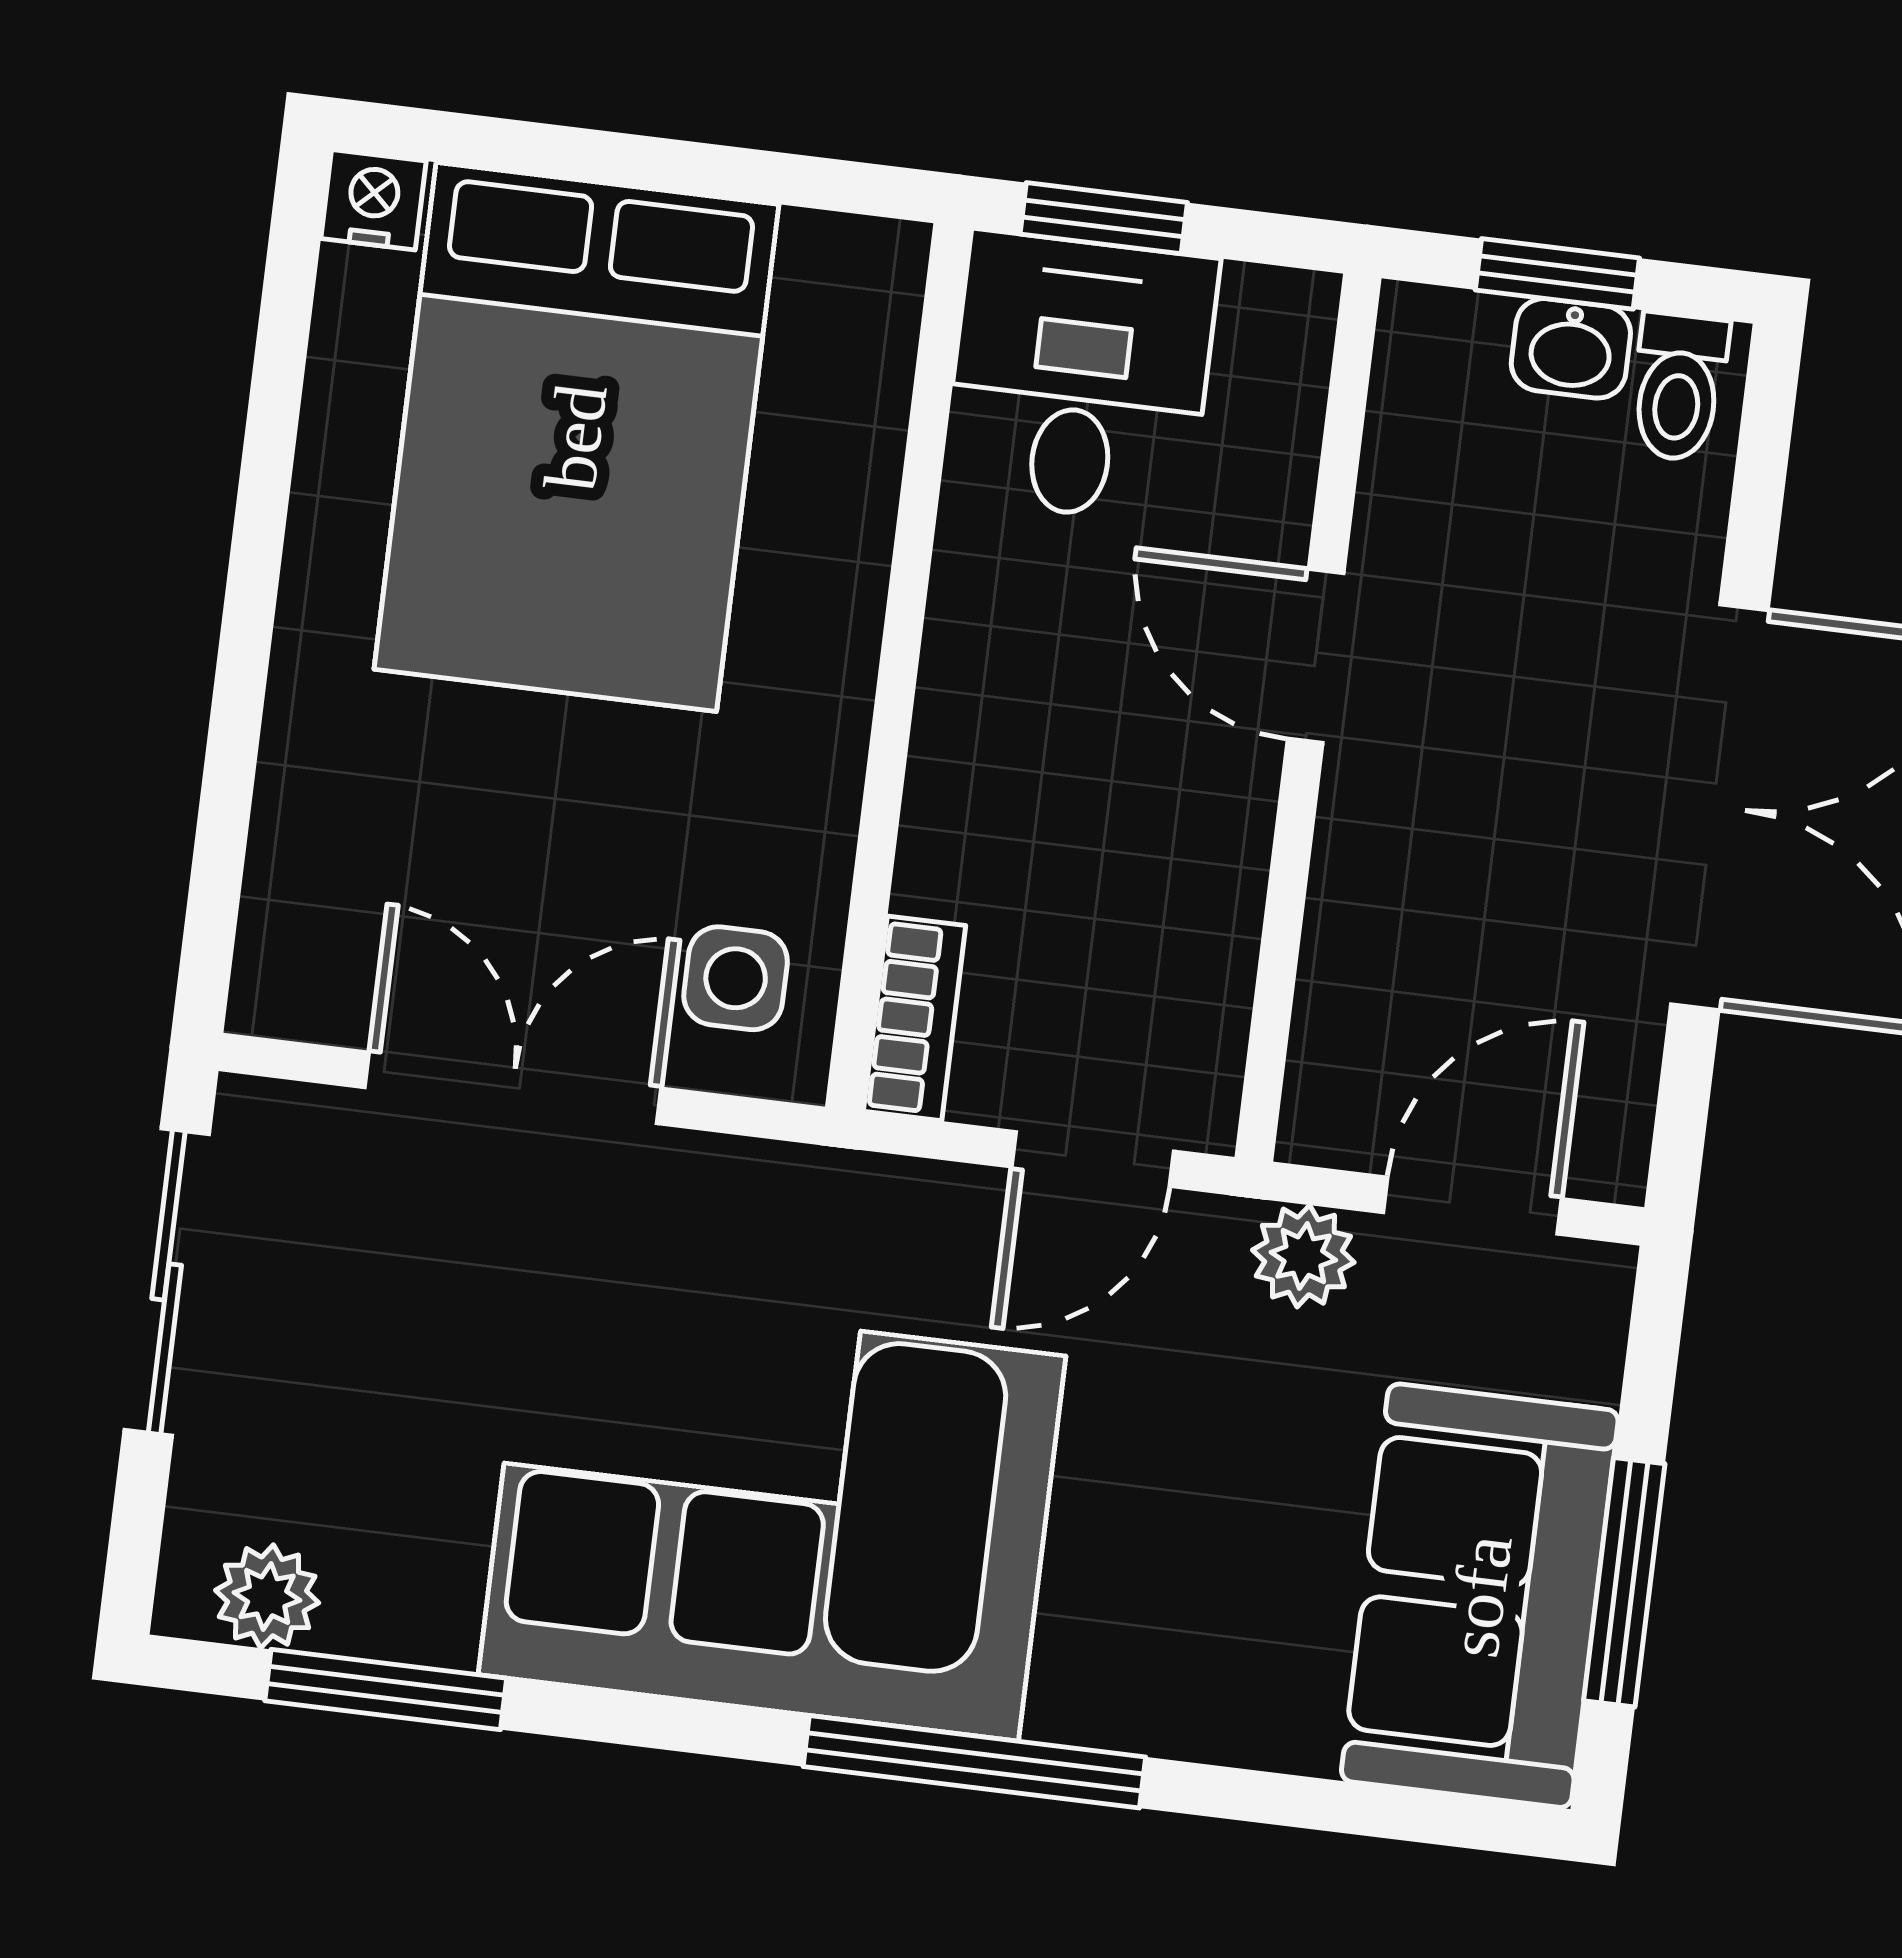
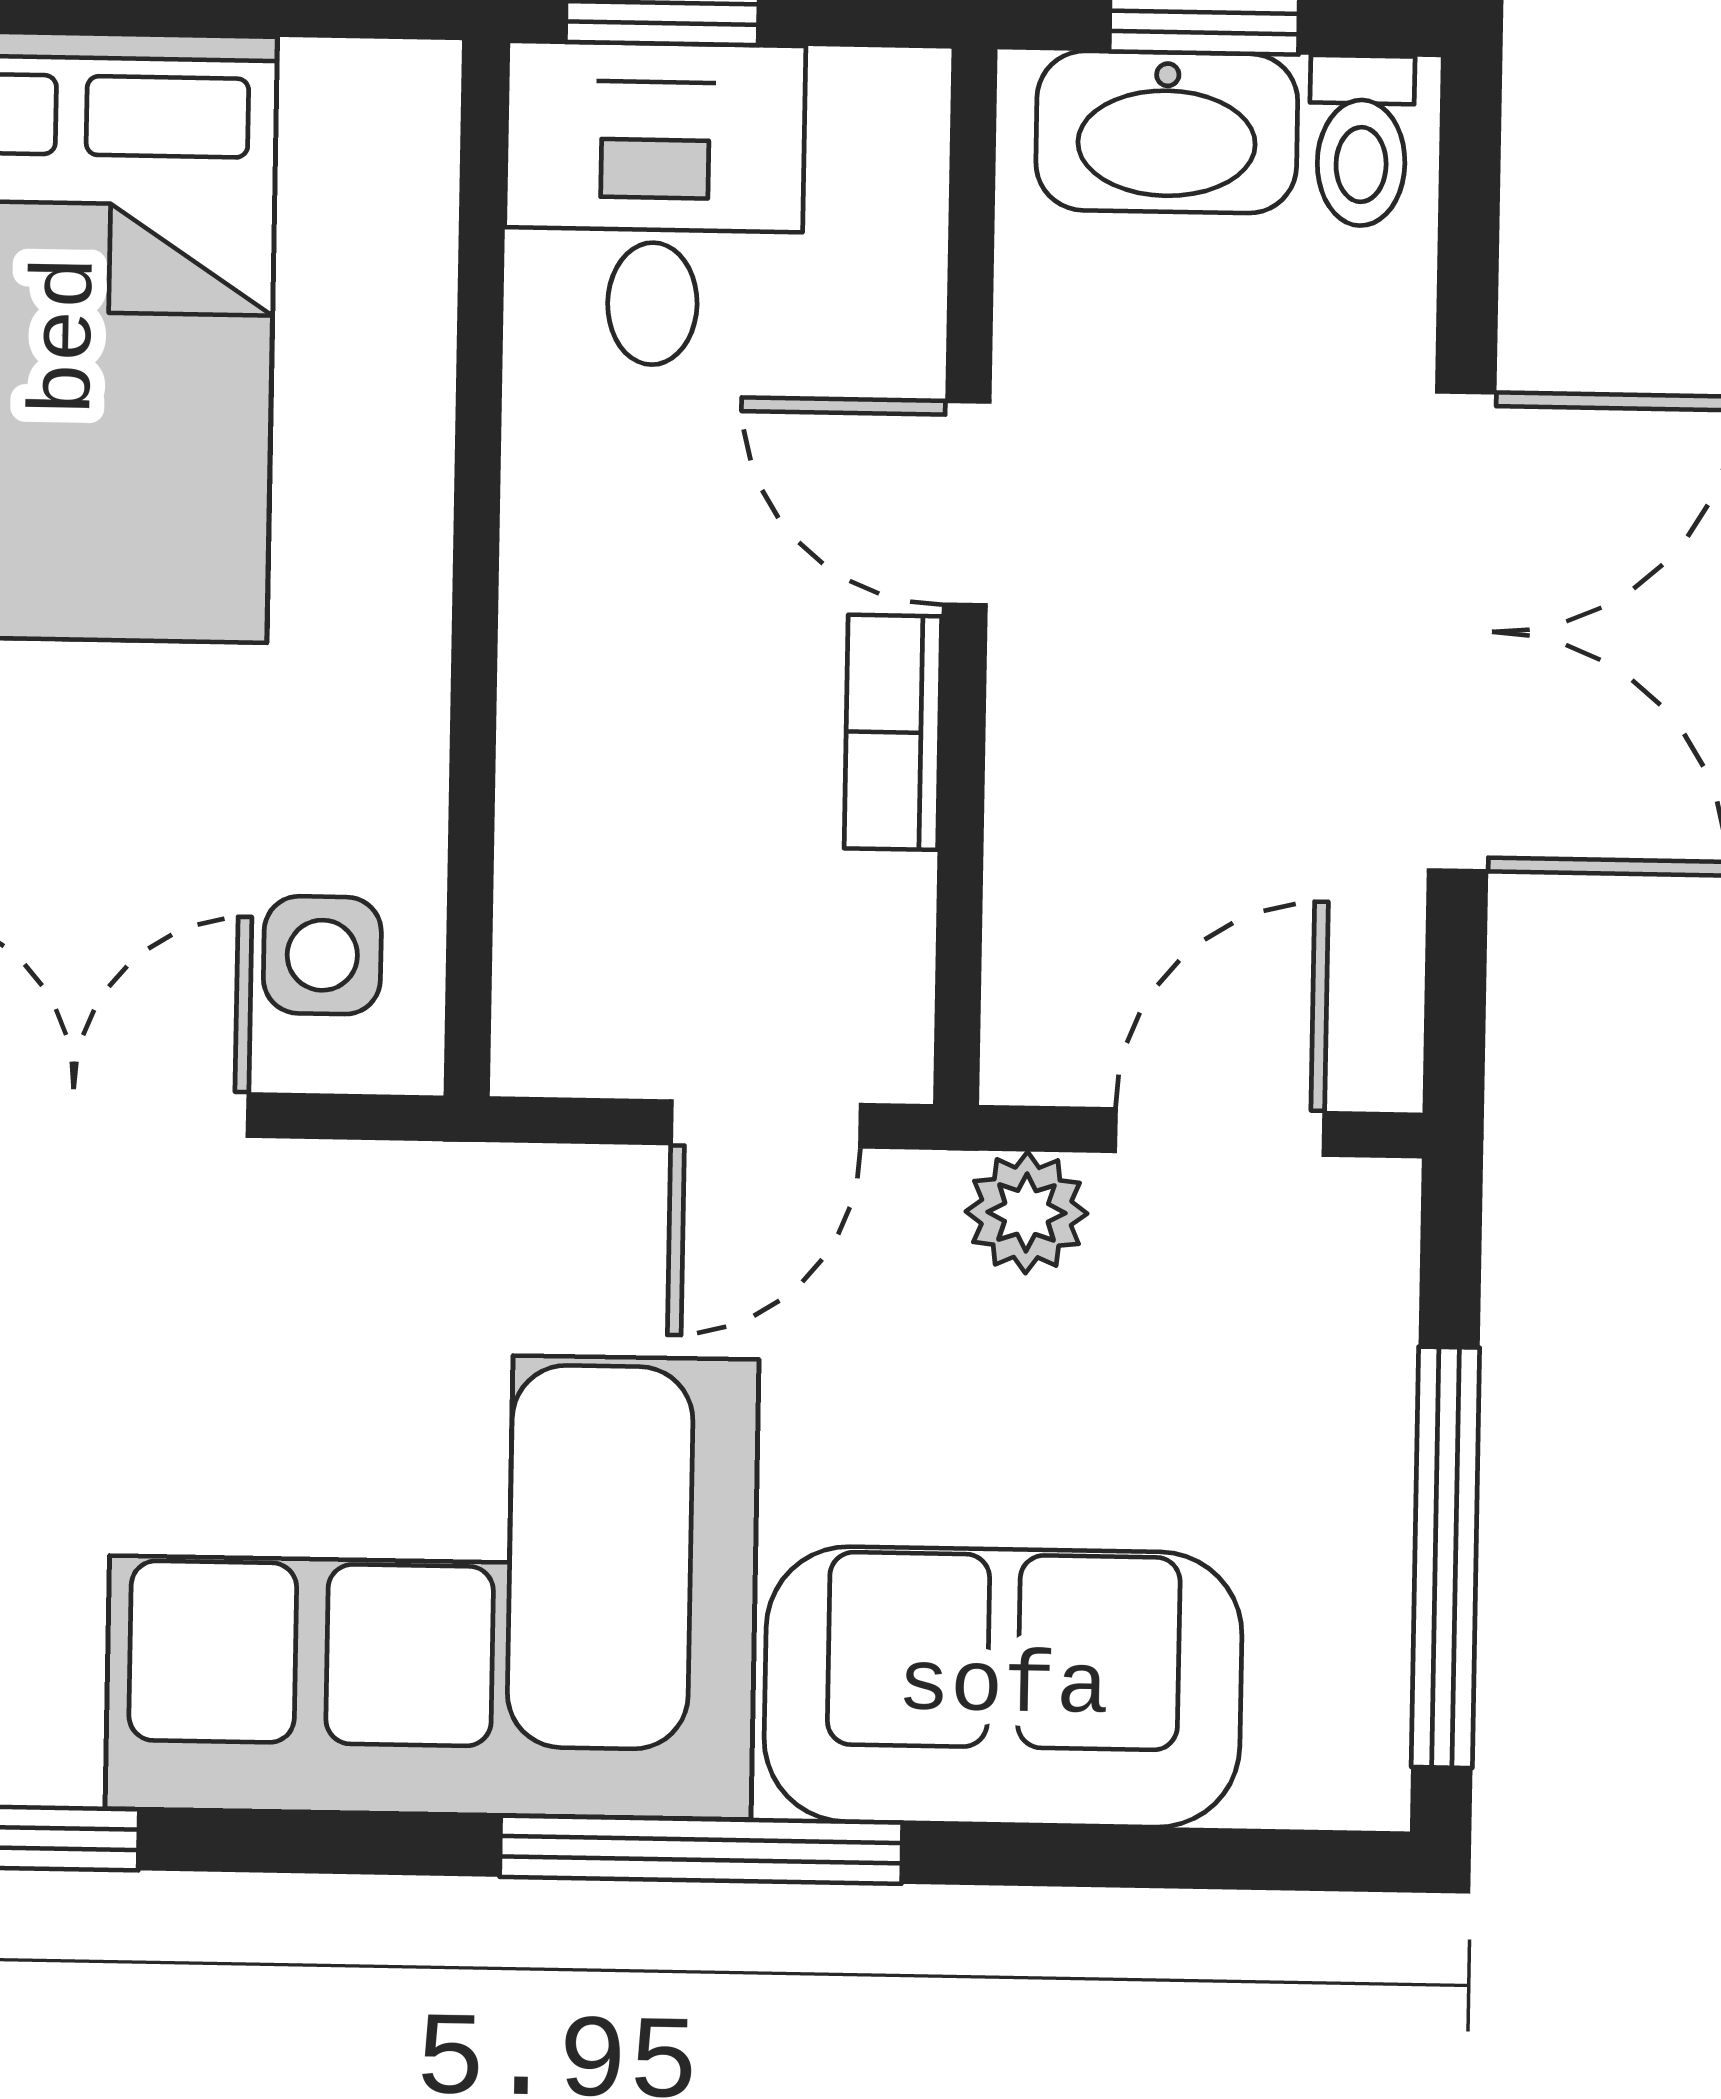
washbasin: (1571, 348) -> (1167, 132), width x1.91, depth x1.45
bookcase: (915, 1018) -> (893, 732), moved, turned 180
window: (1624, 1582) -> (1445, 1557), width x1.44
sofa: (1480, 1596) -> (1003, 1687), moved, turned 90

